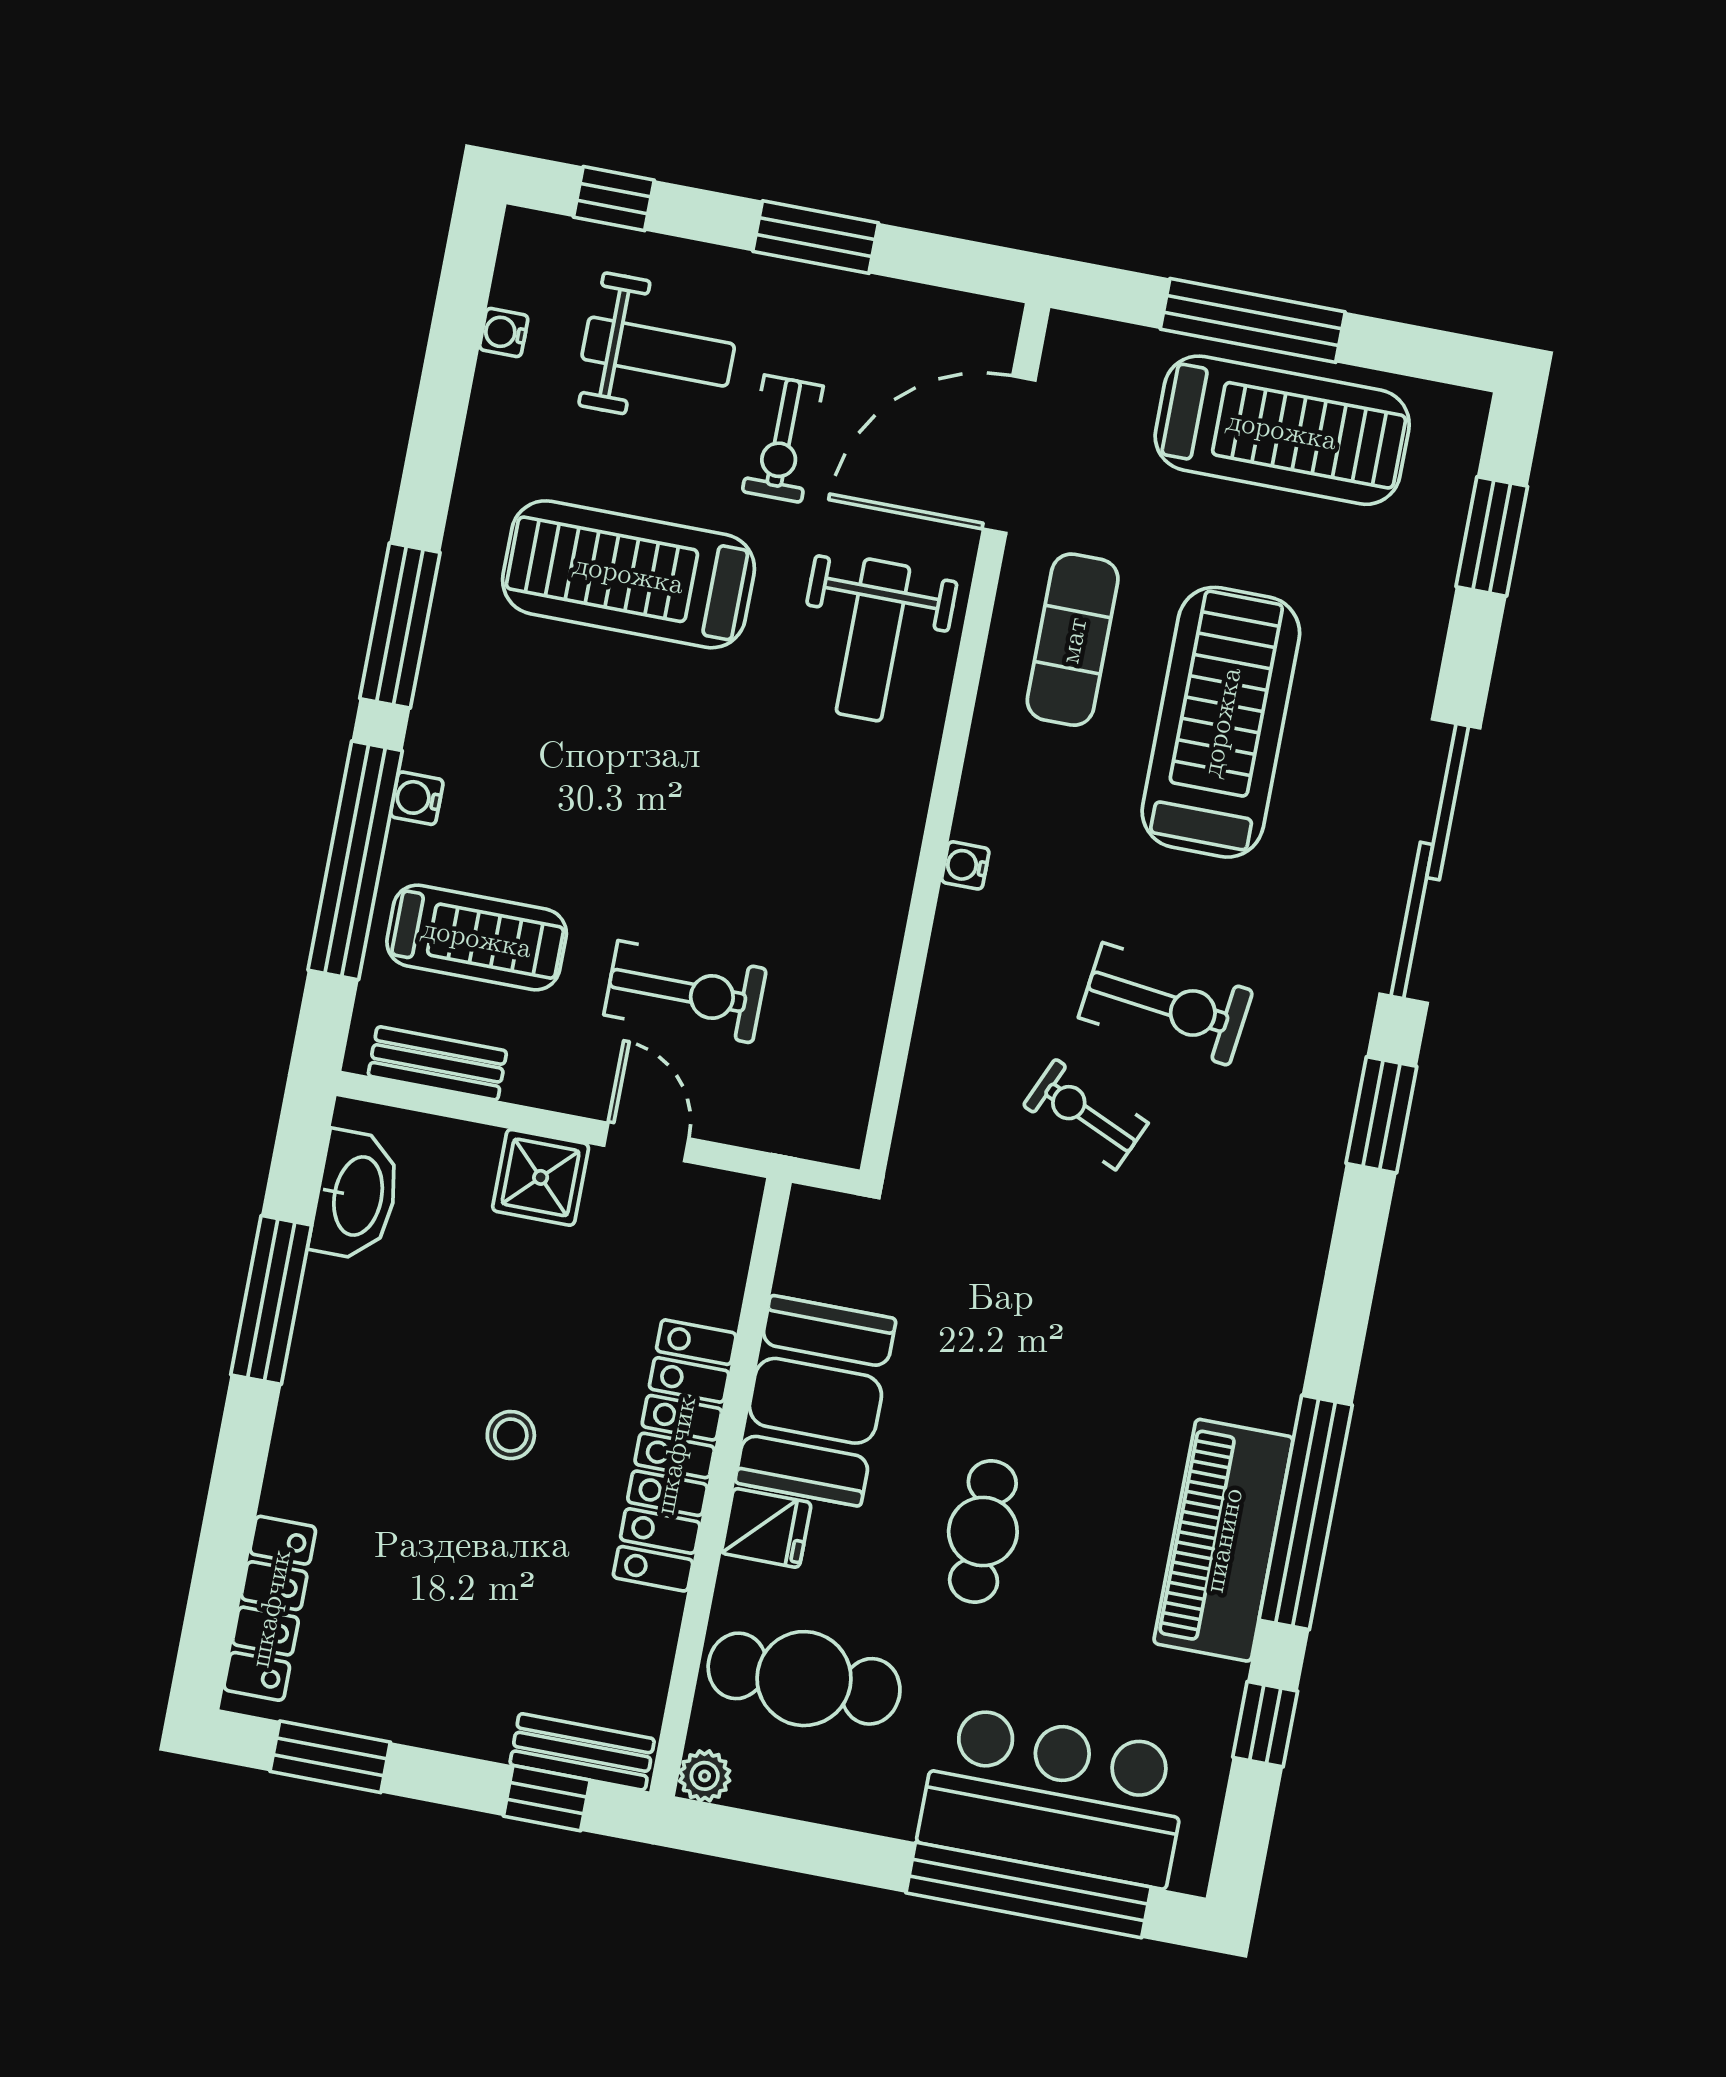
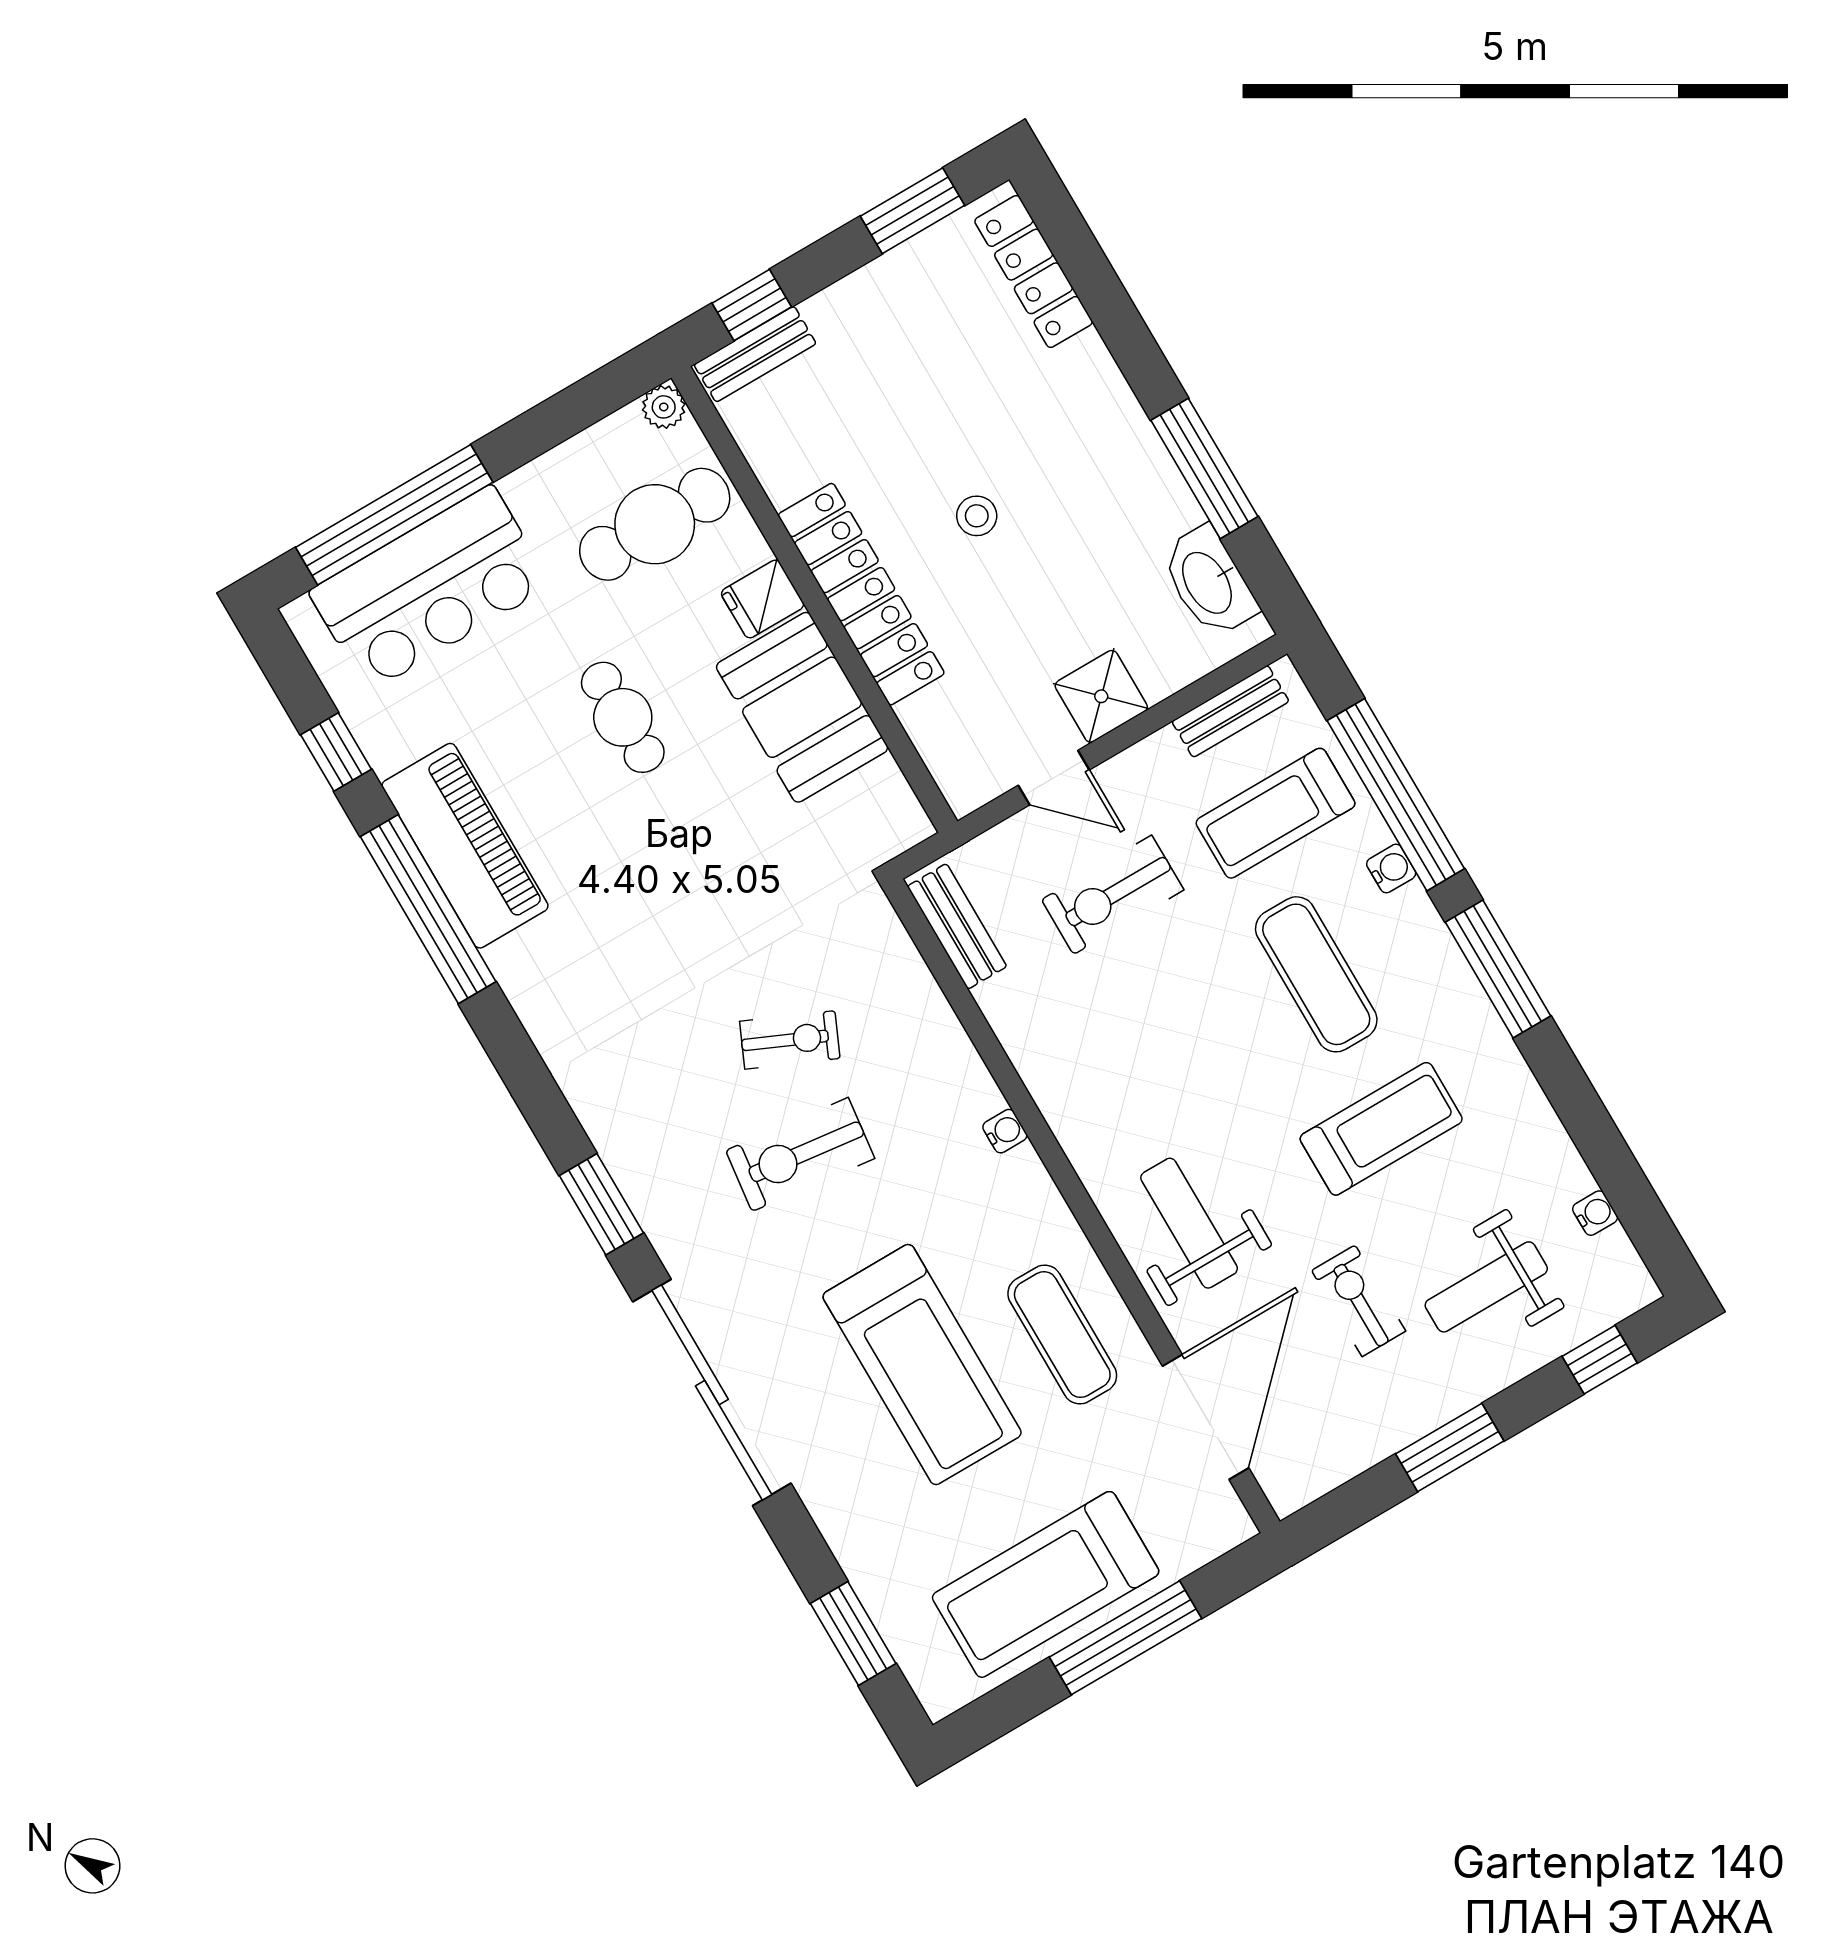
treadmill: (629, 574) -> (1381, 1129), width x0.73, depth x0.73
exercise mat: (566, 762) -> (1316, 974), added
bench: (848, 1085) -> (957, 926), added

